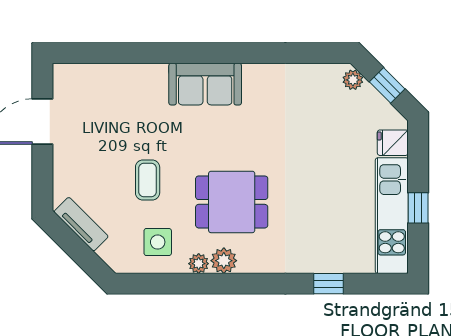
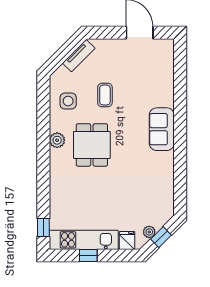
plant: (353, 80) -> (149, 232), moved
coffee table: (148, 180) -> (105, 95), turned 90
plant: (199, 264) -> (55, 125), removed
window: (328, 284) -> (43, 227), moved

